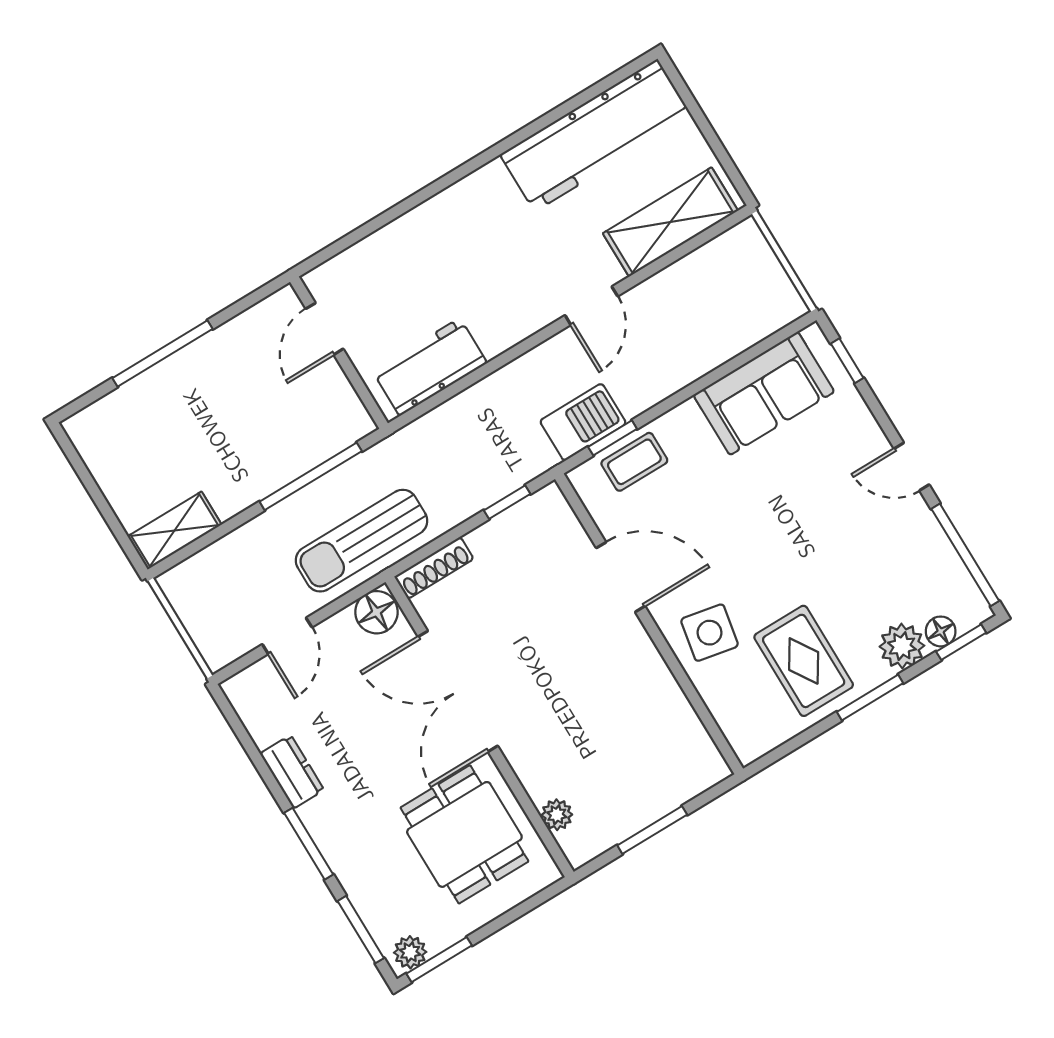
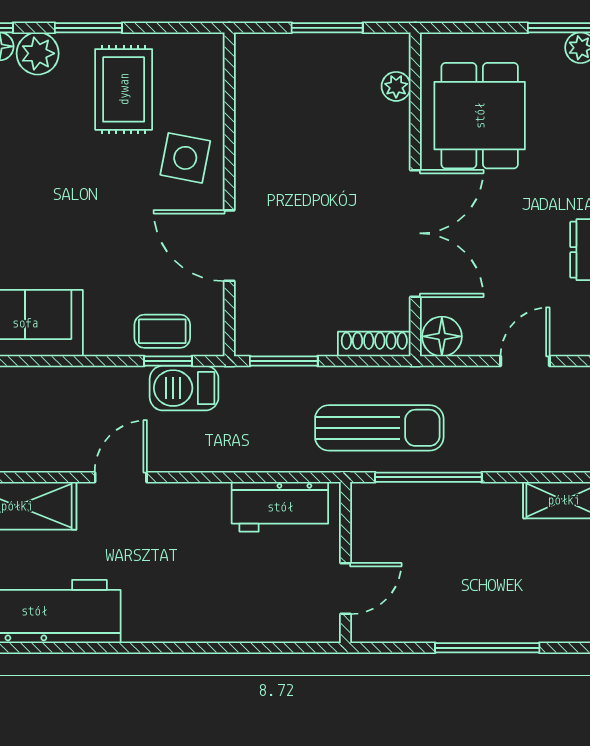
window: (507, 502) -> (284, 361), width x1.50
sun lounger: (362, 541) -> (379, 428), moved

